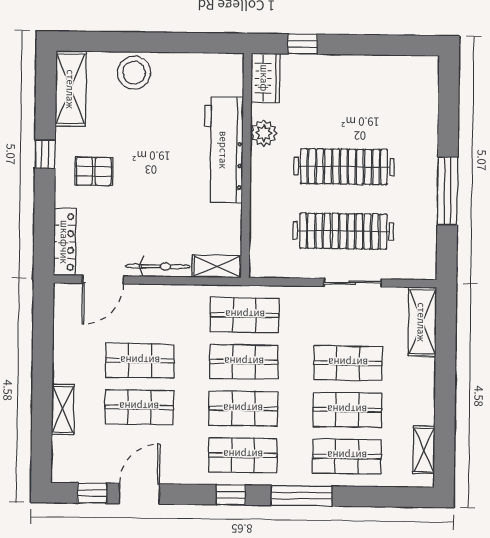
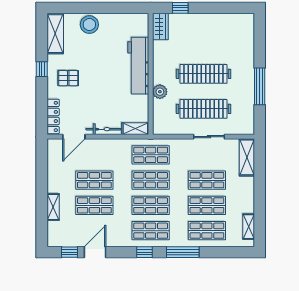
plant: (264, 133) -> (160, 92), moved

